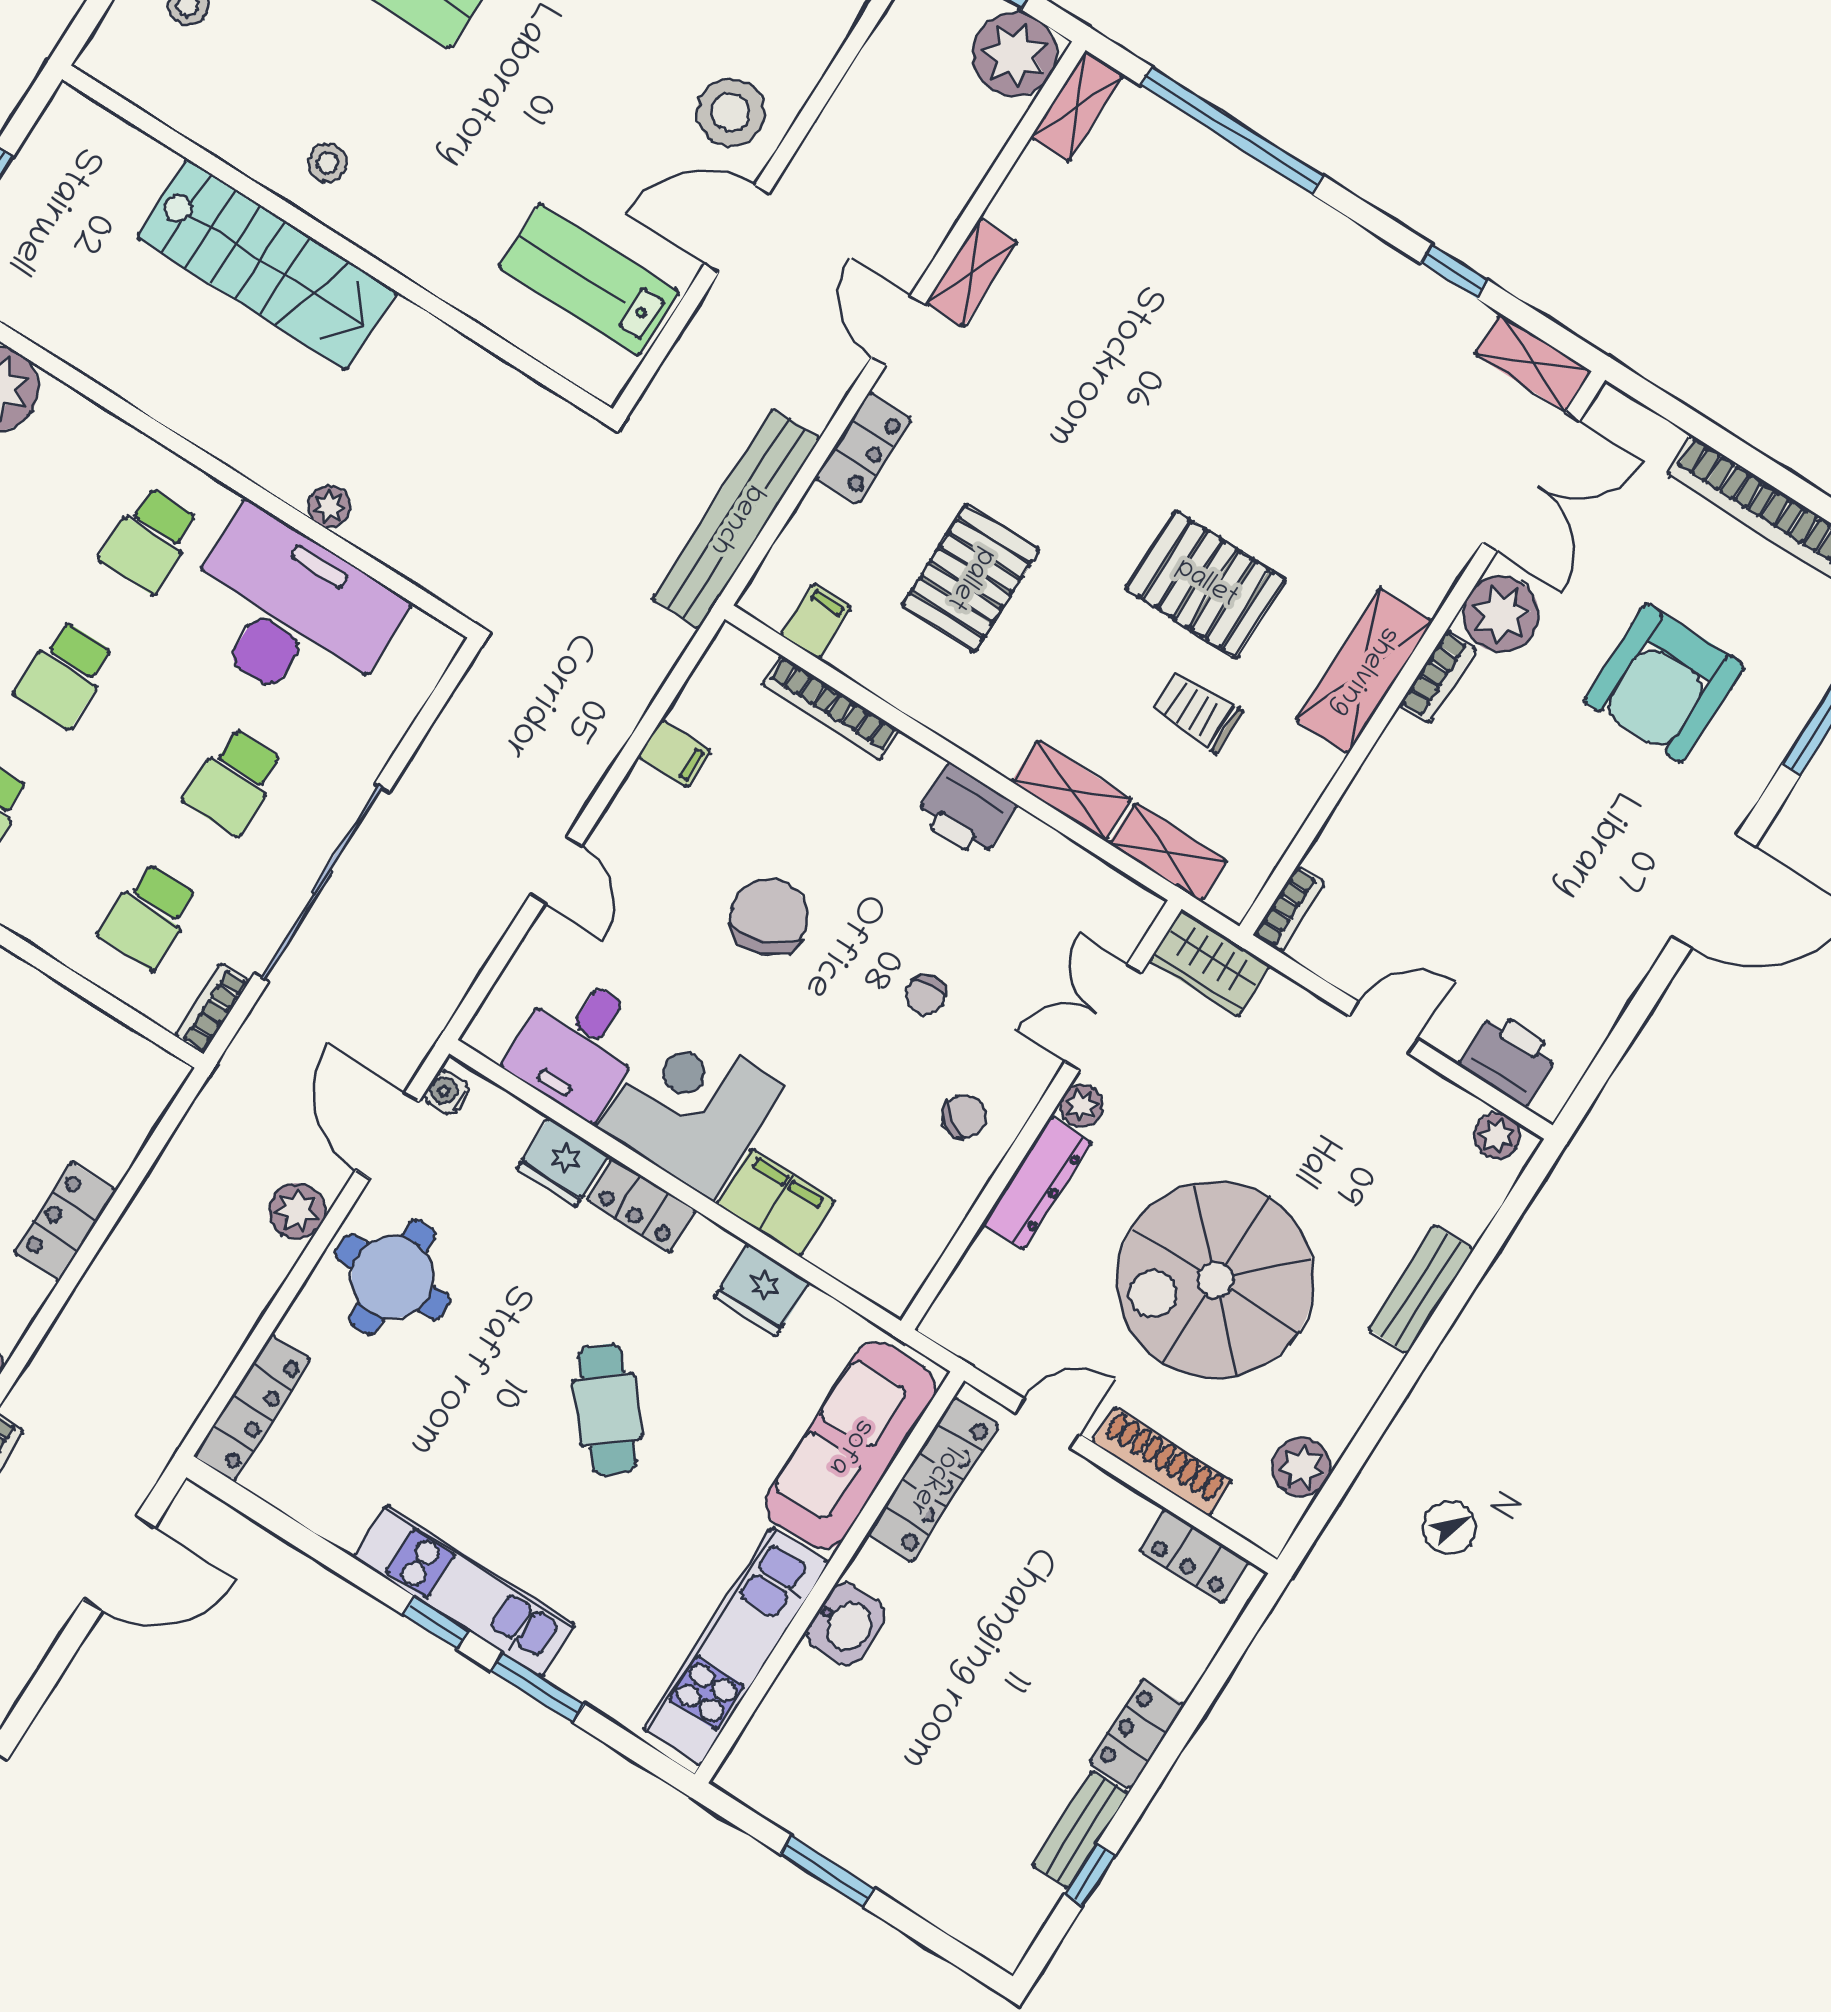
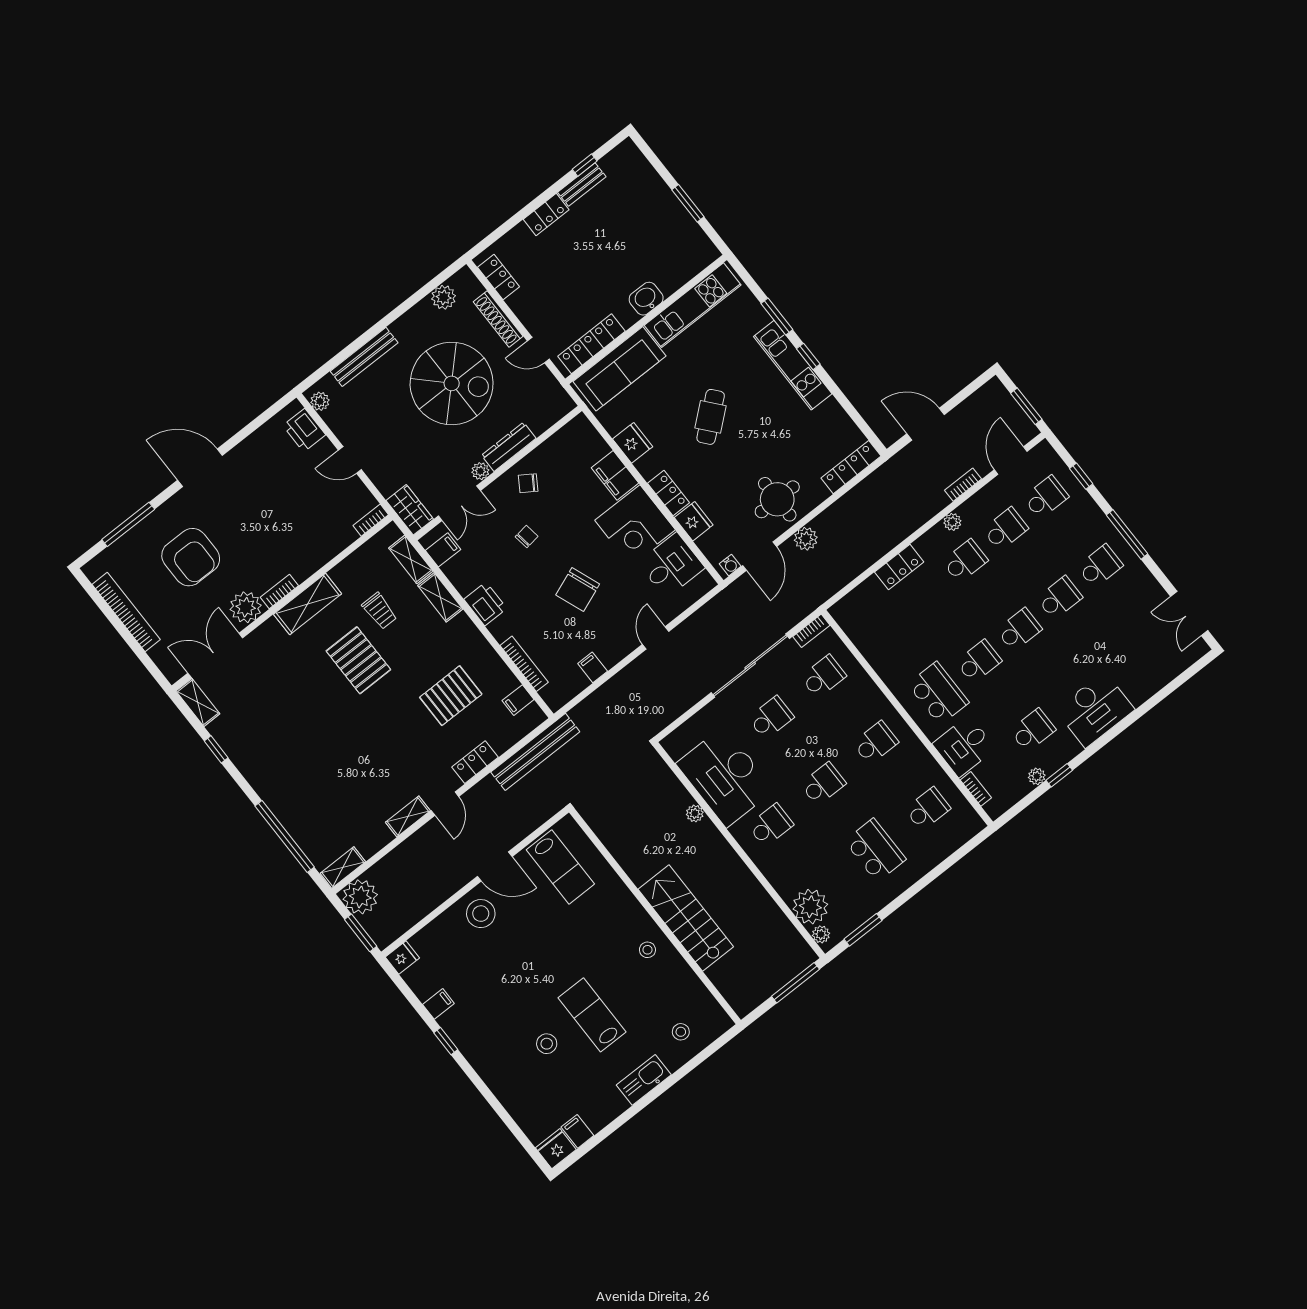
armchair: (1664, 683) -> (191, 557), turned 90
filing cabinet: (1103, 899) -> (443, 550), added
bench: (1421, 1289) -> (364, 357), width x1.36

